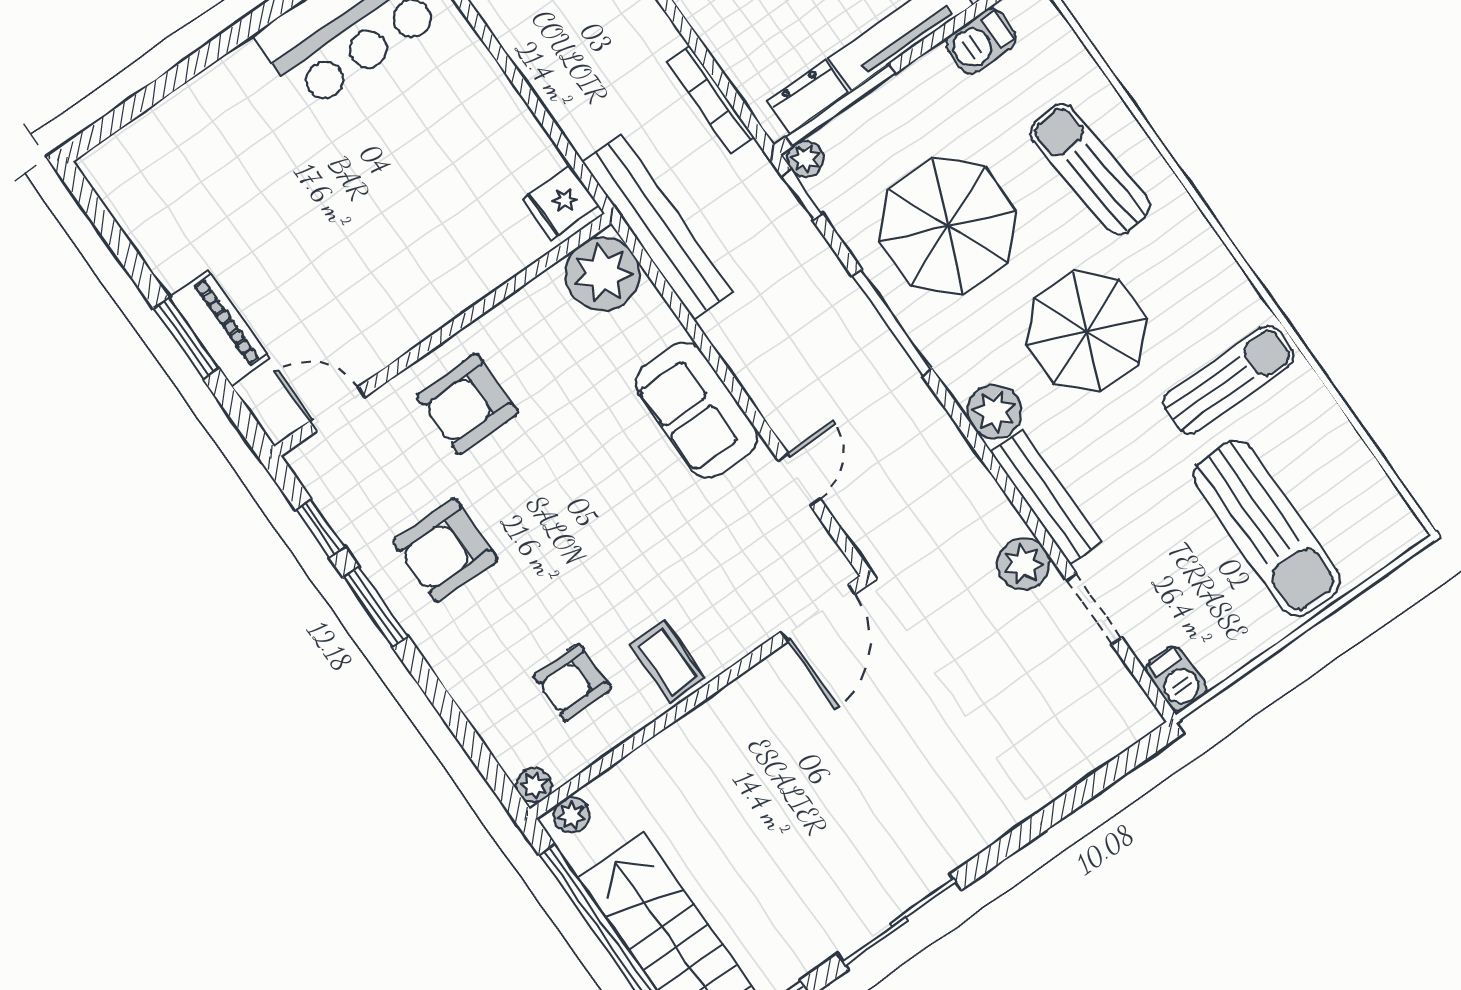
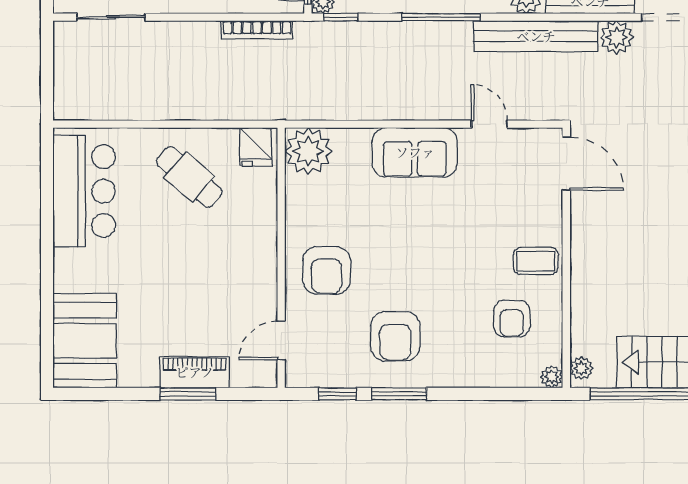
cafe table: (463, 146) -> (189, 177), added
booth: (161, 159) -> (85, 341), added
bench: (657, 227) -> (536, 36), moved

